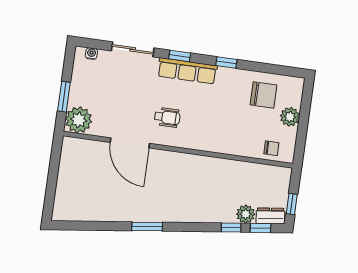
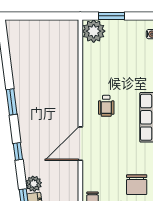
door: (130, 143) -> (80, 144), moved
window: (231, 228) -> (18, 151), moved

